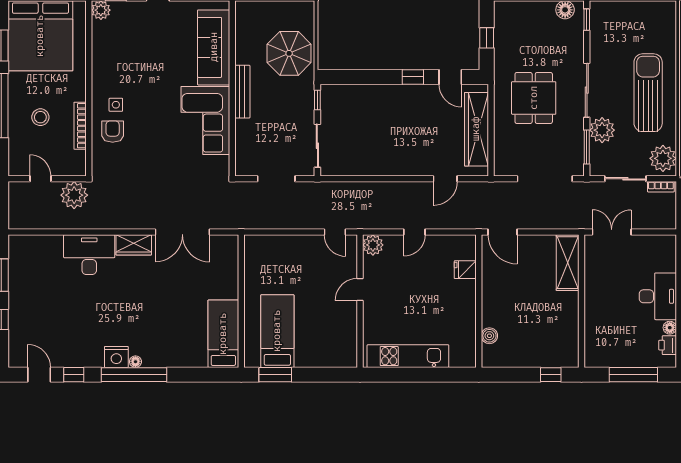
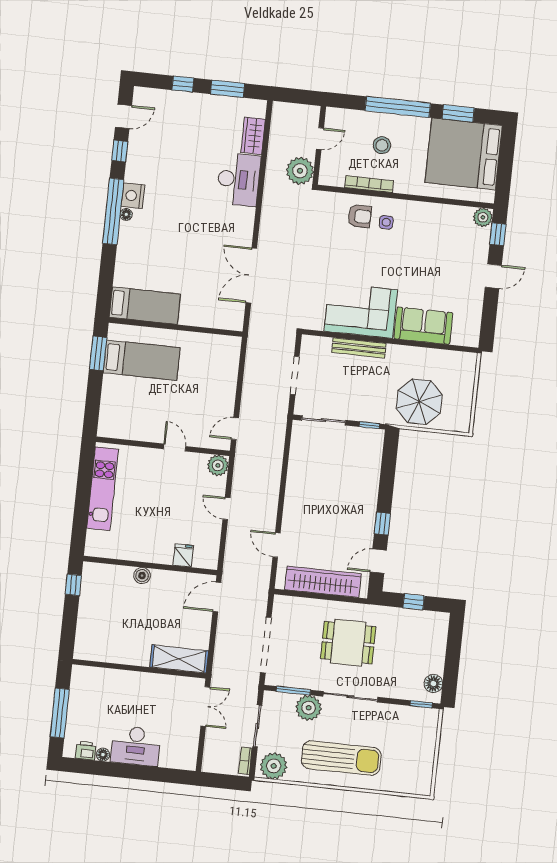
sofa: (214, 47) -> (423, 326), width x0.73
bench: (242, 92) -> (359, 348), moved
wardrobe: (134, 245) -> (253, 136), moved
boiler: (489, 336) -> (142, 576), moved
window: (551, 375) -> (73, 585), moved

